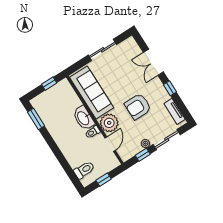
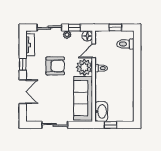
washbasin: (84, 118) -> (101, 112), moved
window: (36, 119) -> (137, 105), removed
floor lamp: (125, 155) -> (87, 36), added

